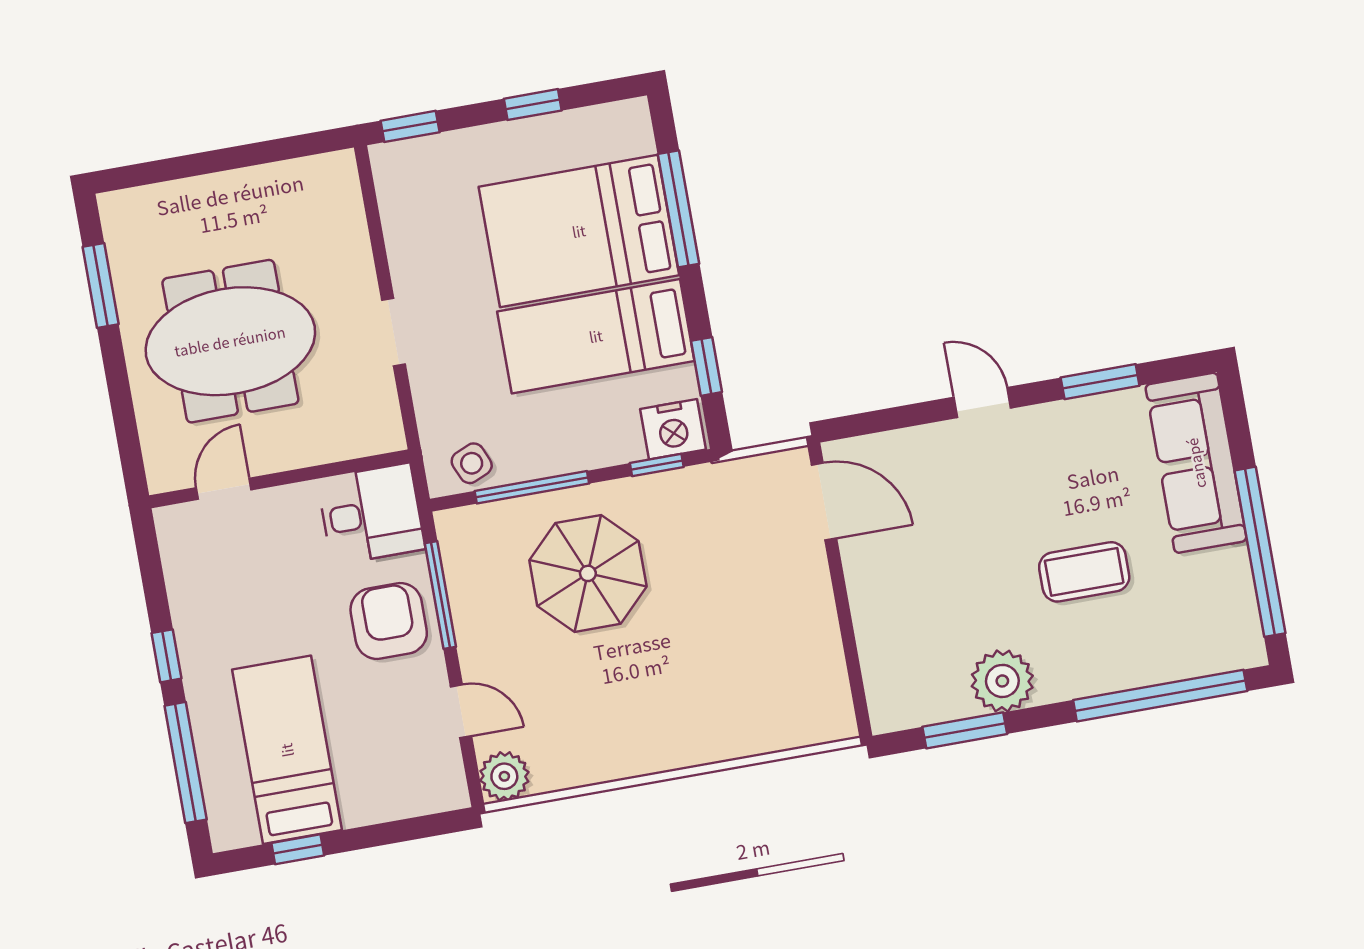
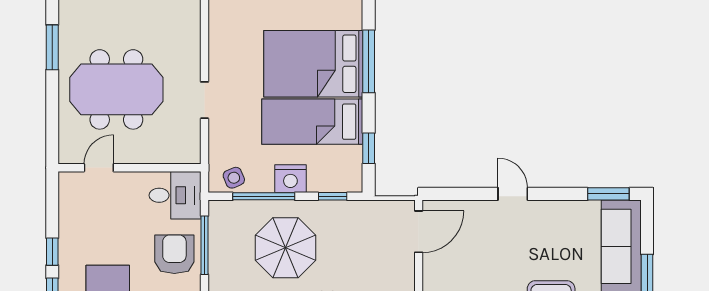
window: (1100, 382) -> (608, 194), moved
nightstand: (673, 429) -> (290, 179), moved
door: (824, 501) -> (419, 232), hinge flipped

